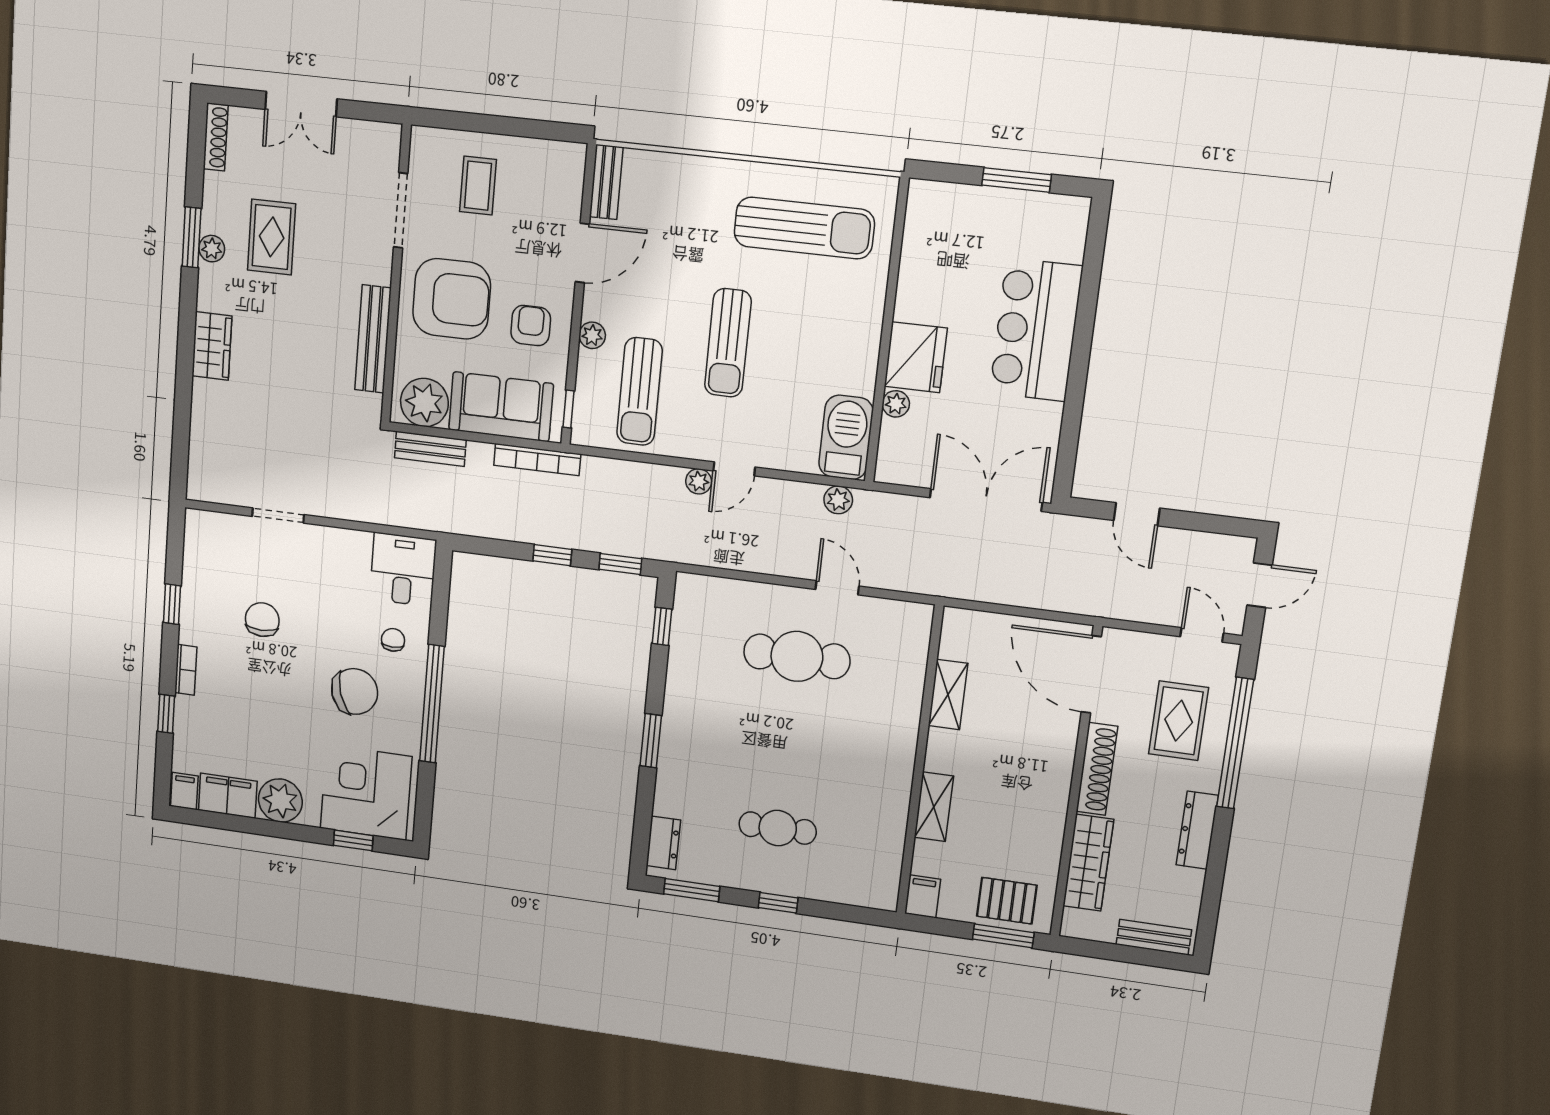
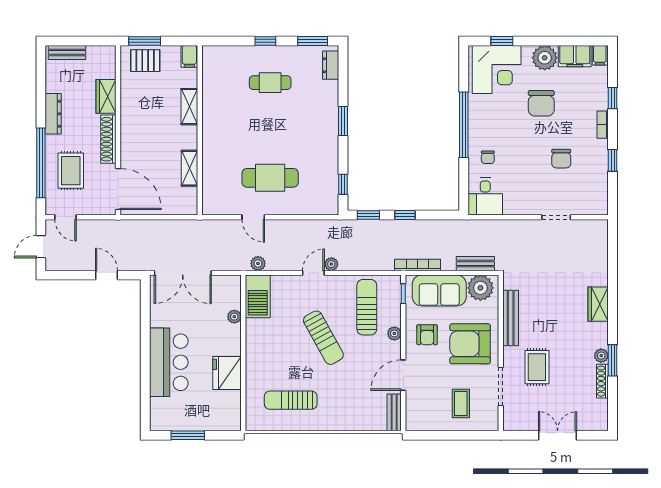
shoe rack: (216, 137) -> (602, 381), moved
sun lounger: (804, 228) -> (291, 400), width x0.73, depth x0.75
rug: (272, 237) -> (537, 367), moved
sun lounger: (728, 343) -> (323, 338), turned 151
fridge: (916, 357) -> (227, 373), moved
chair: (355, 691) -> (541, 103), moved, turned -73
wardrobe: (1088, 863) -> (106, 96), width x0.67

